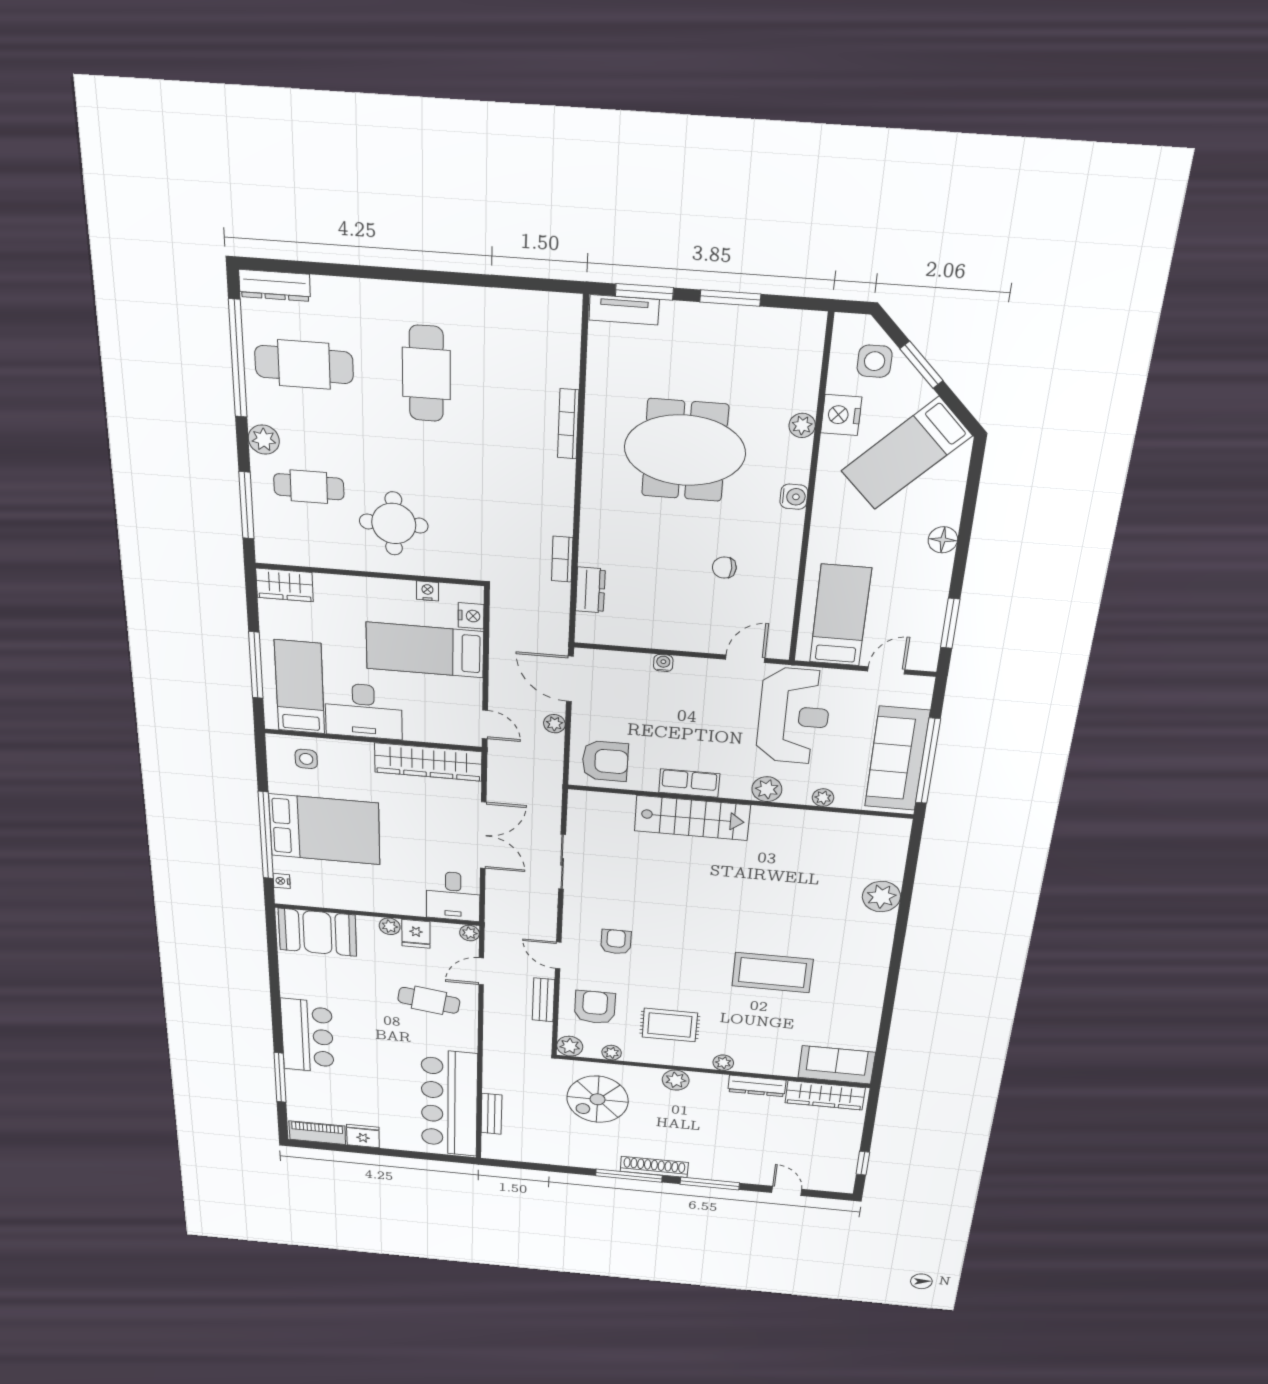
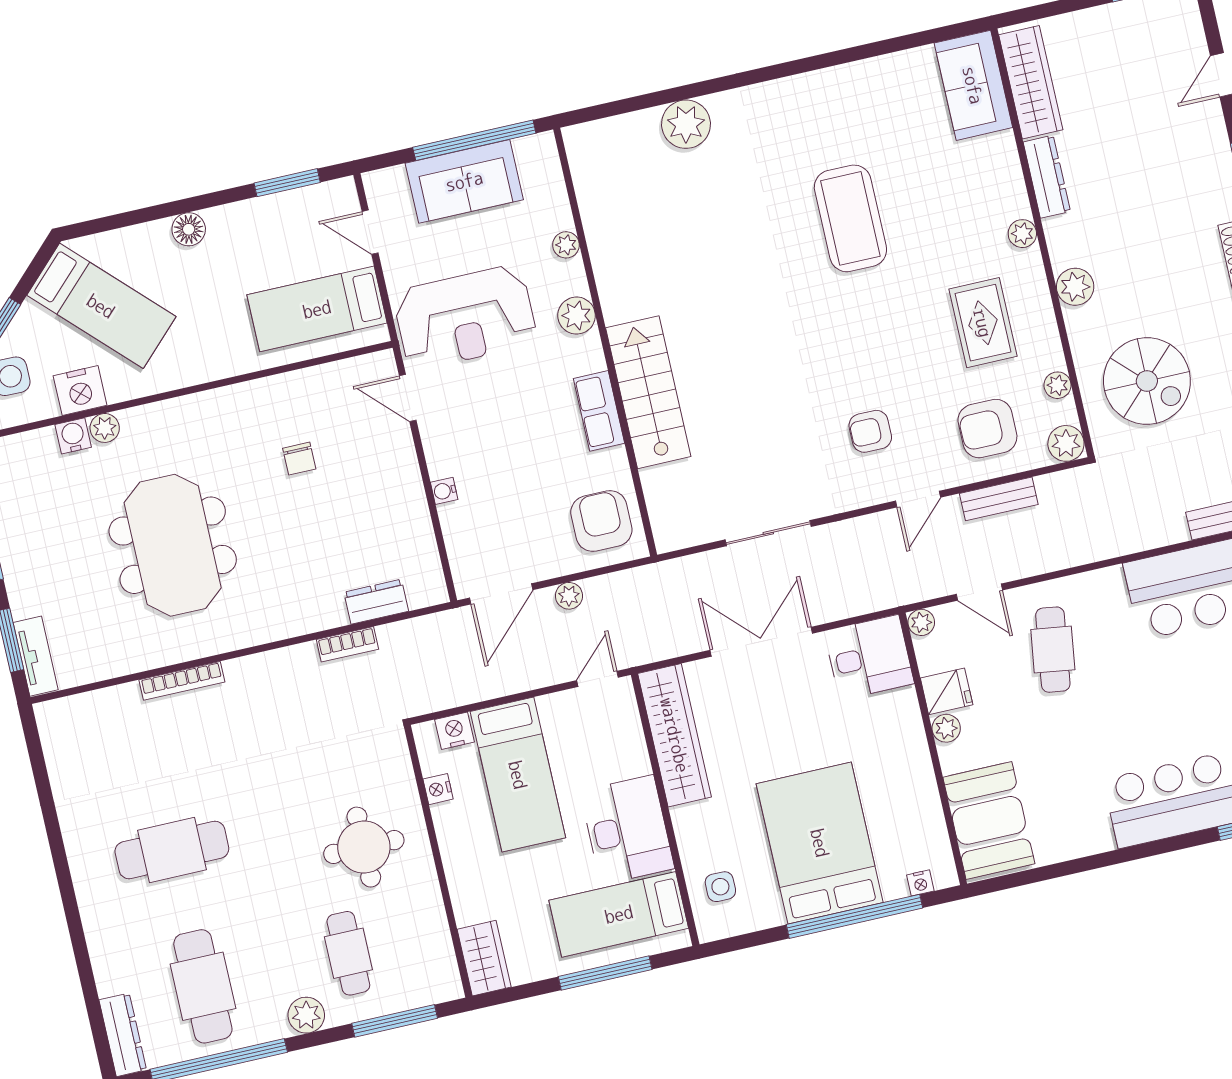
water cooler: (794, 497) -> (73, 436), moved
reception desk: (794, 716) -> (465, 317), turned 180
sofa: (897, 759) -> (464, 181), width x0.73

